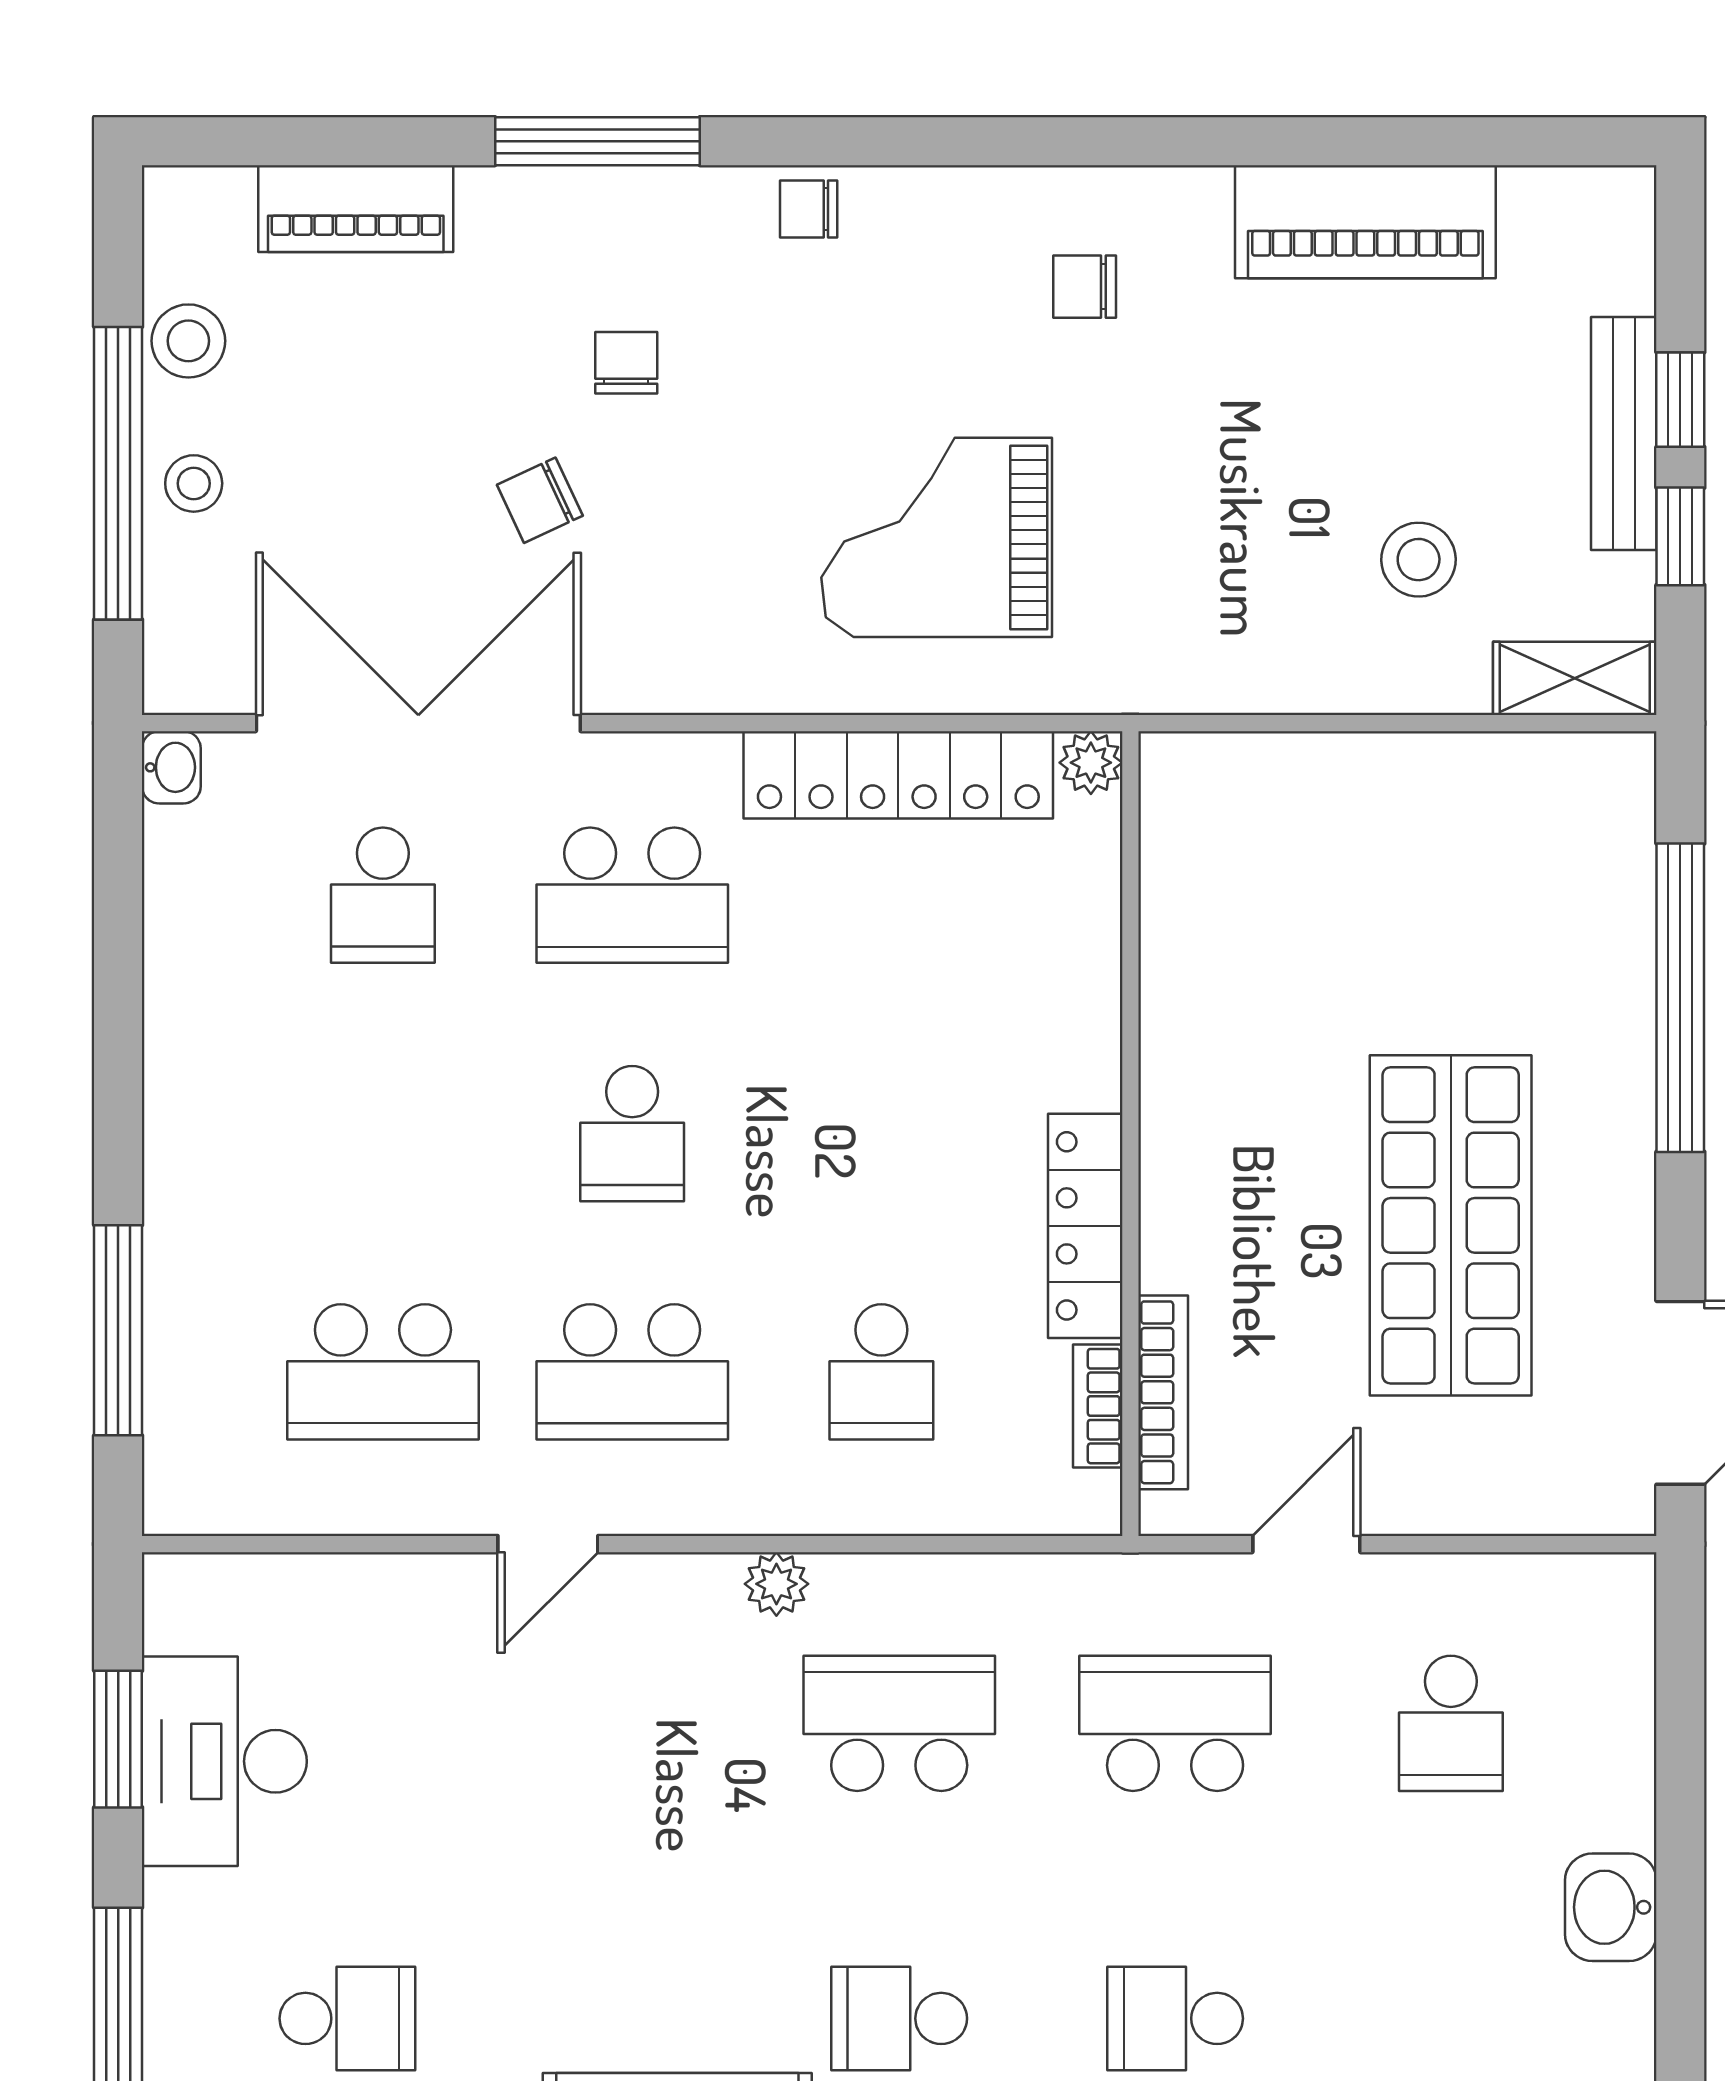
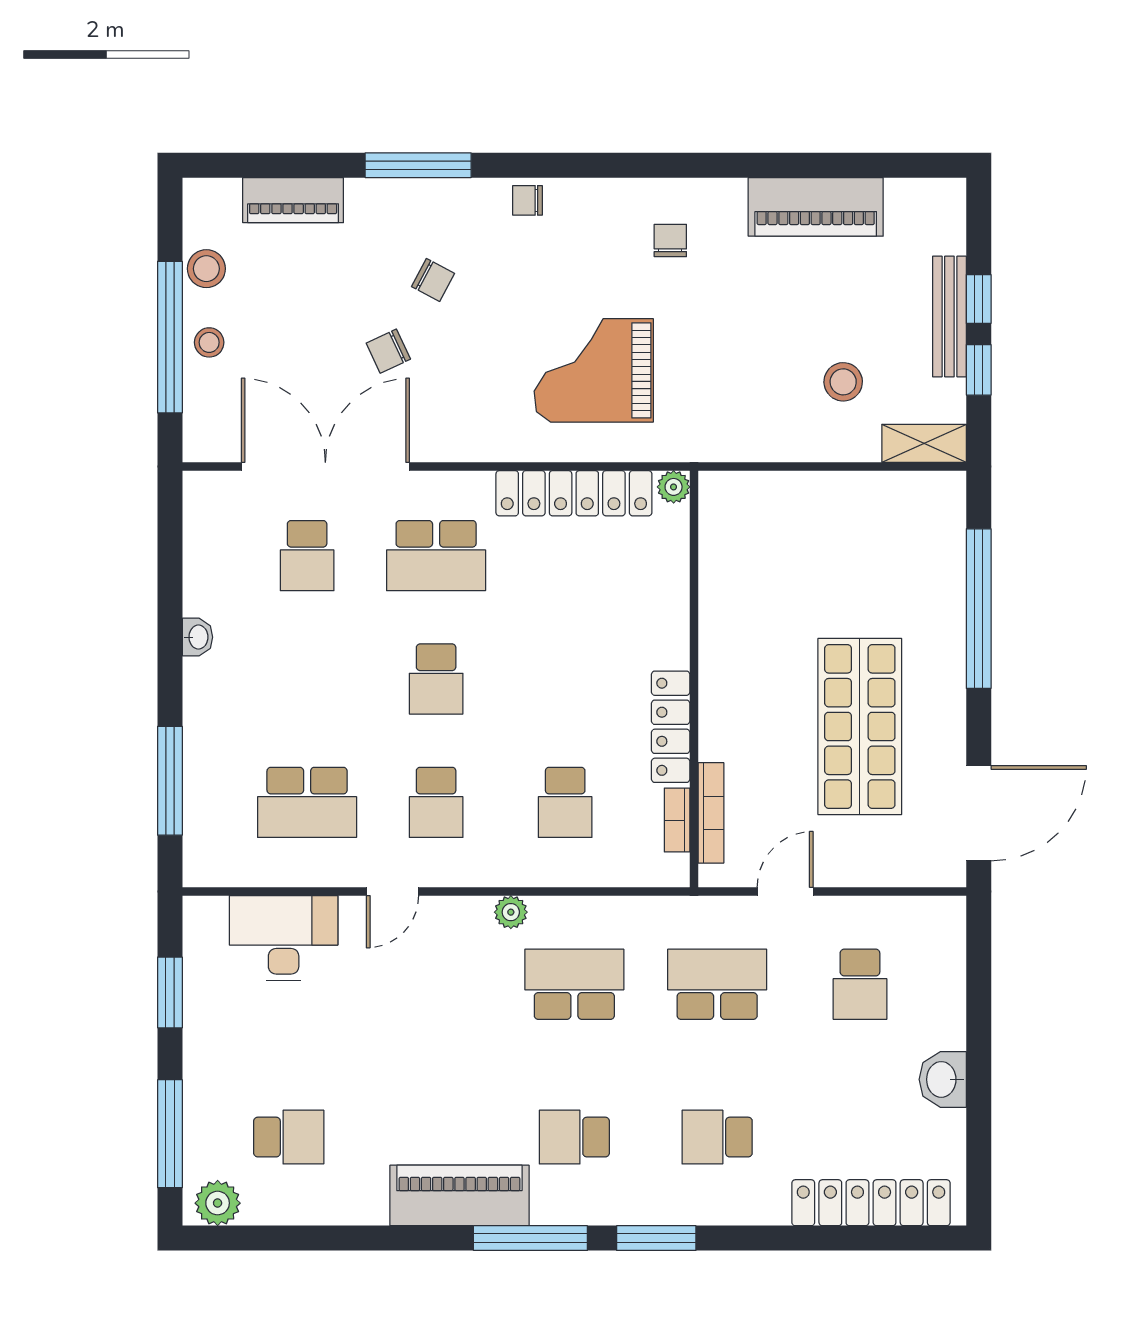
chair: (1085, 287) -> (670, 241), turned 90
chair: (626, 363) -> (433, 280), turned 118
washbasin: (171, 767) -> (198, 637), moved
school desk: (632, 1372) -> (436, 802), width x0.54
desk: (224, 1761) -> (284, 938), moved, turned 90

